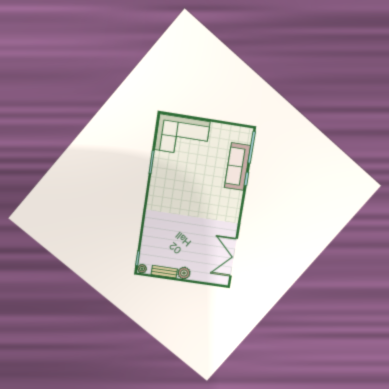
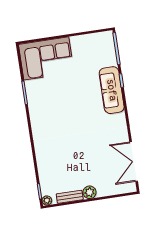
sofa: (237, 167) -> (112, 90), moved

